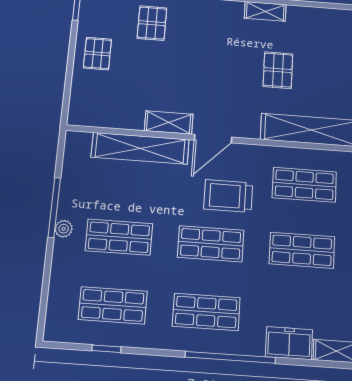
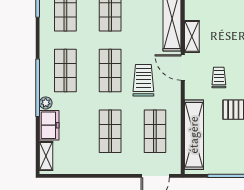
trolley: (231, 90) -> (219, 78), added
plant: (254, 346) -> (46, 103), added

